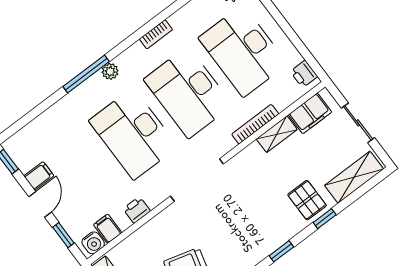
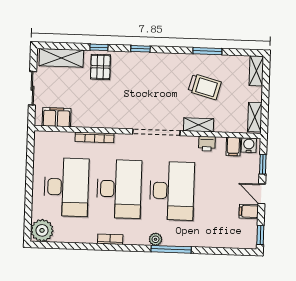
printer: (304, 74) -> (41, 144), removed
shelving: (277, 134) -> (199, 125), moved
door: (40, 204) -> (262, 194), hinge flipped

